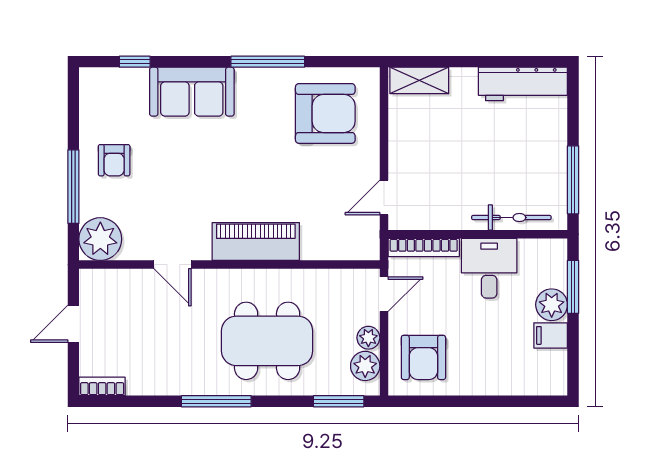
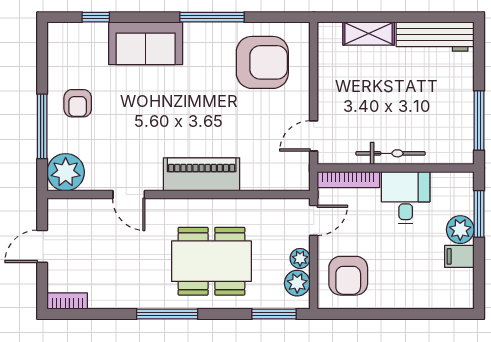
shelving: (419, 80) -> (369, 34), moved
bicycle: (511, 218) -> (391, 153), moved

